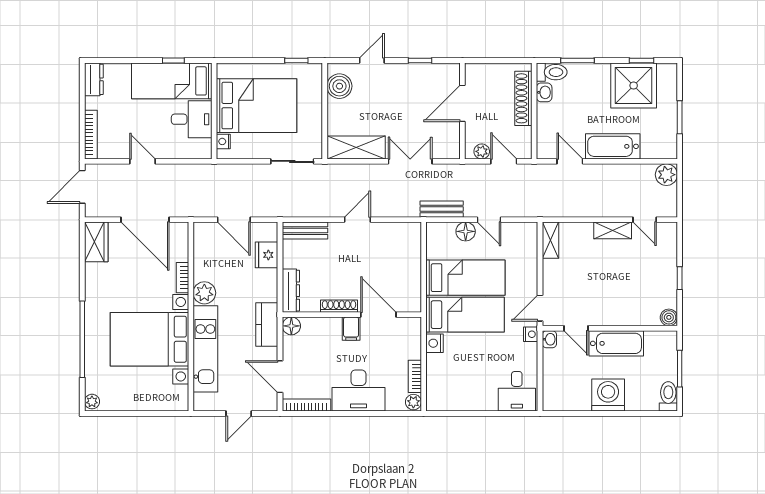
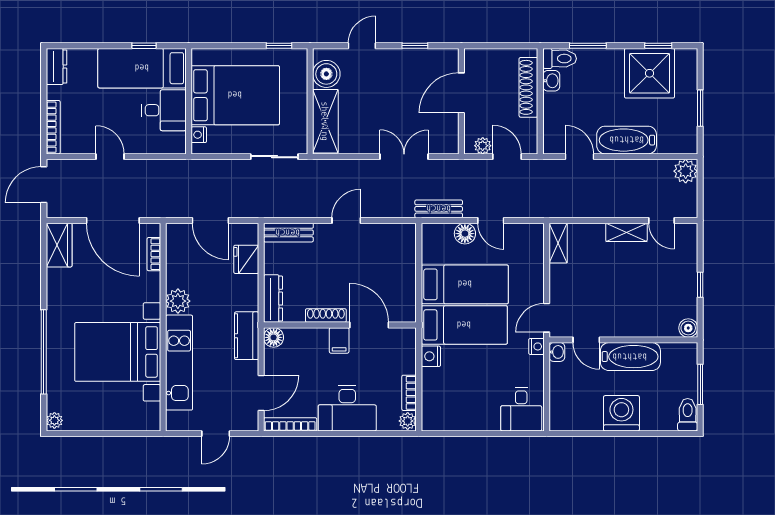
shelving: (356, 147) -> (325, 121), moved, turned 90
bookcase: (182, 278) -> (154, 254), moved
door: (280, 377) -> (261, 393), swing flipped

